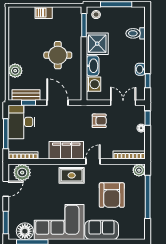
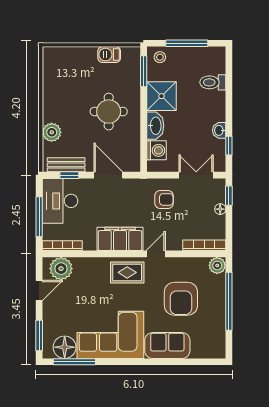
barbecue: (44, 13) -> (109, 55), moved

